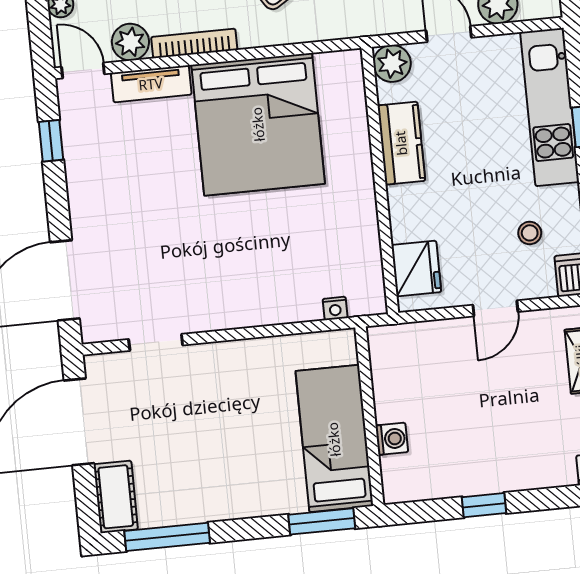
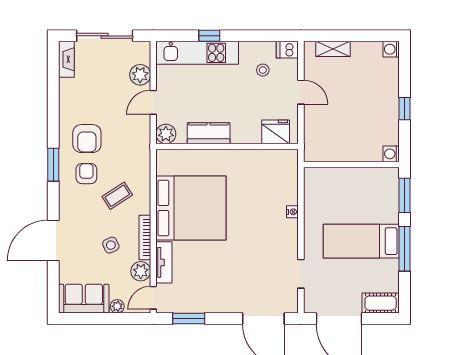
window: (51, 141) -> (189, 318), width x1.50
nightstand: (335, 308) -> (292, 212), moved
bed: (334, 439) -> (361, 241), moved
washing machine: (392, 439) -> (391, 154), moved, turned -90
window: (167, 537) -> (404, 249), moved

